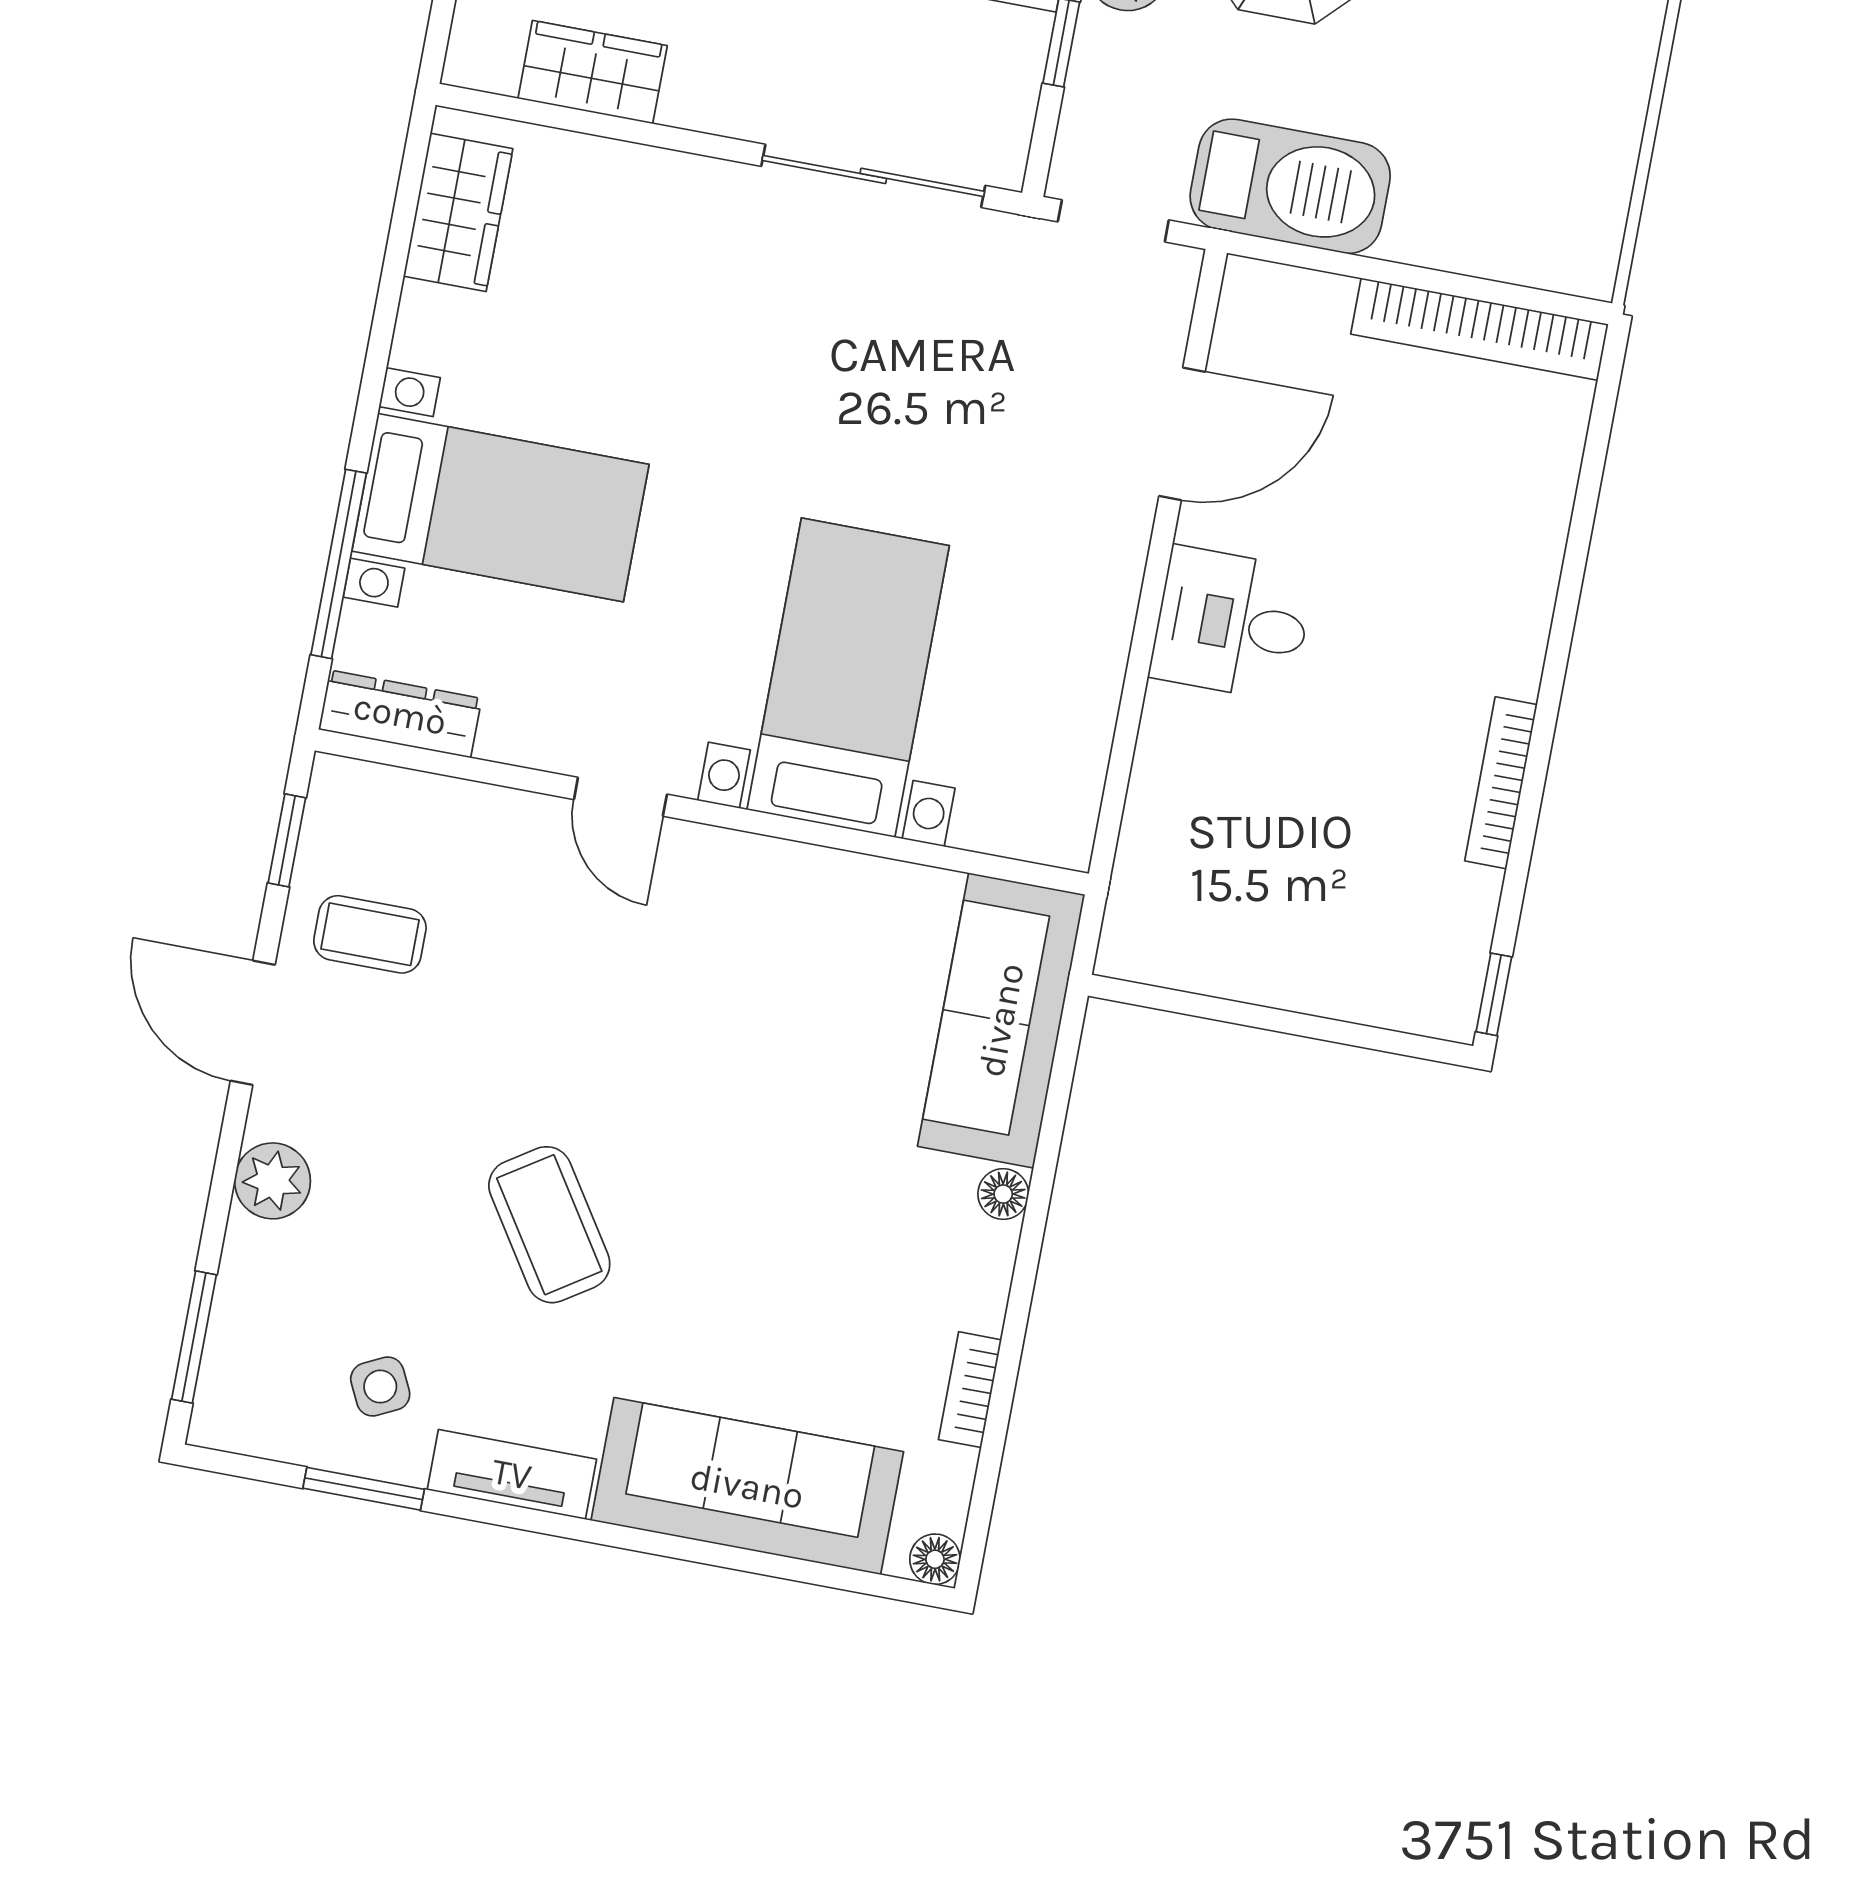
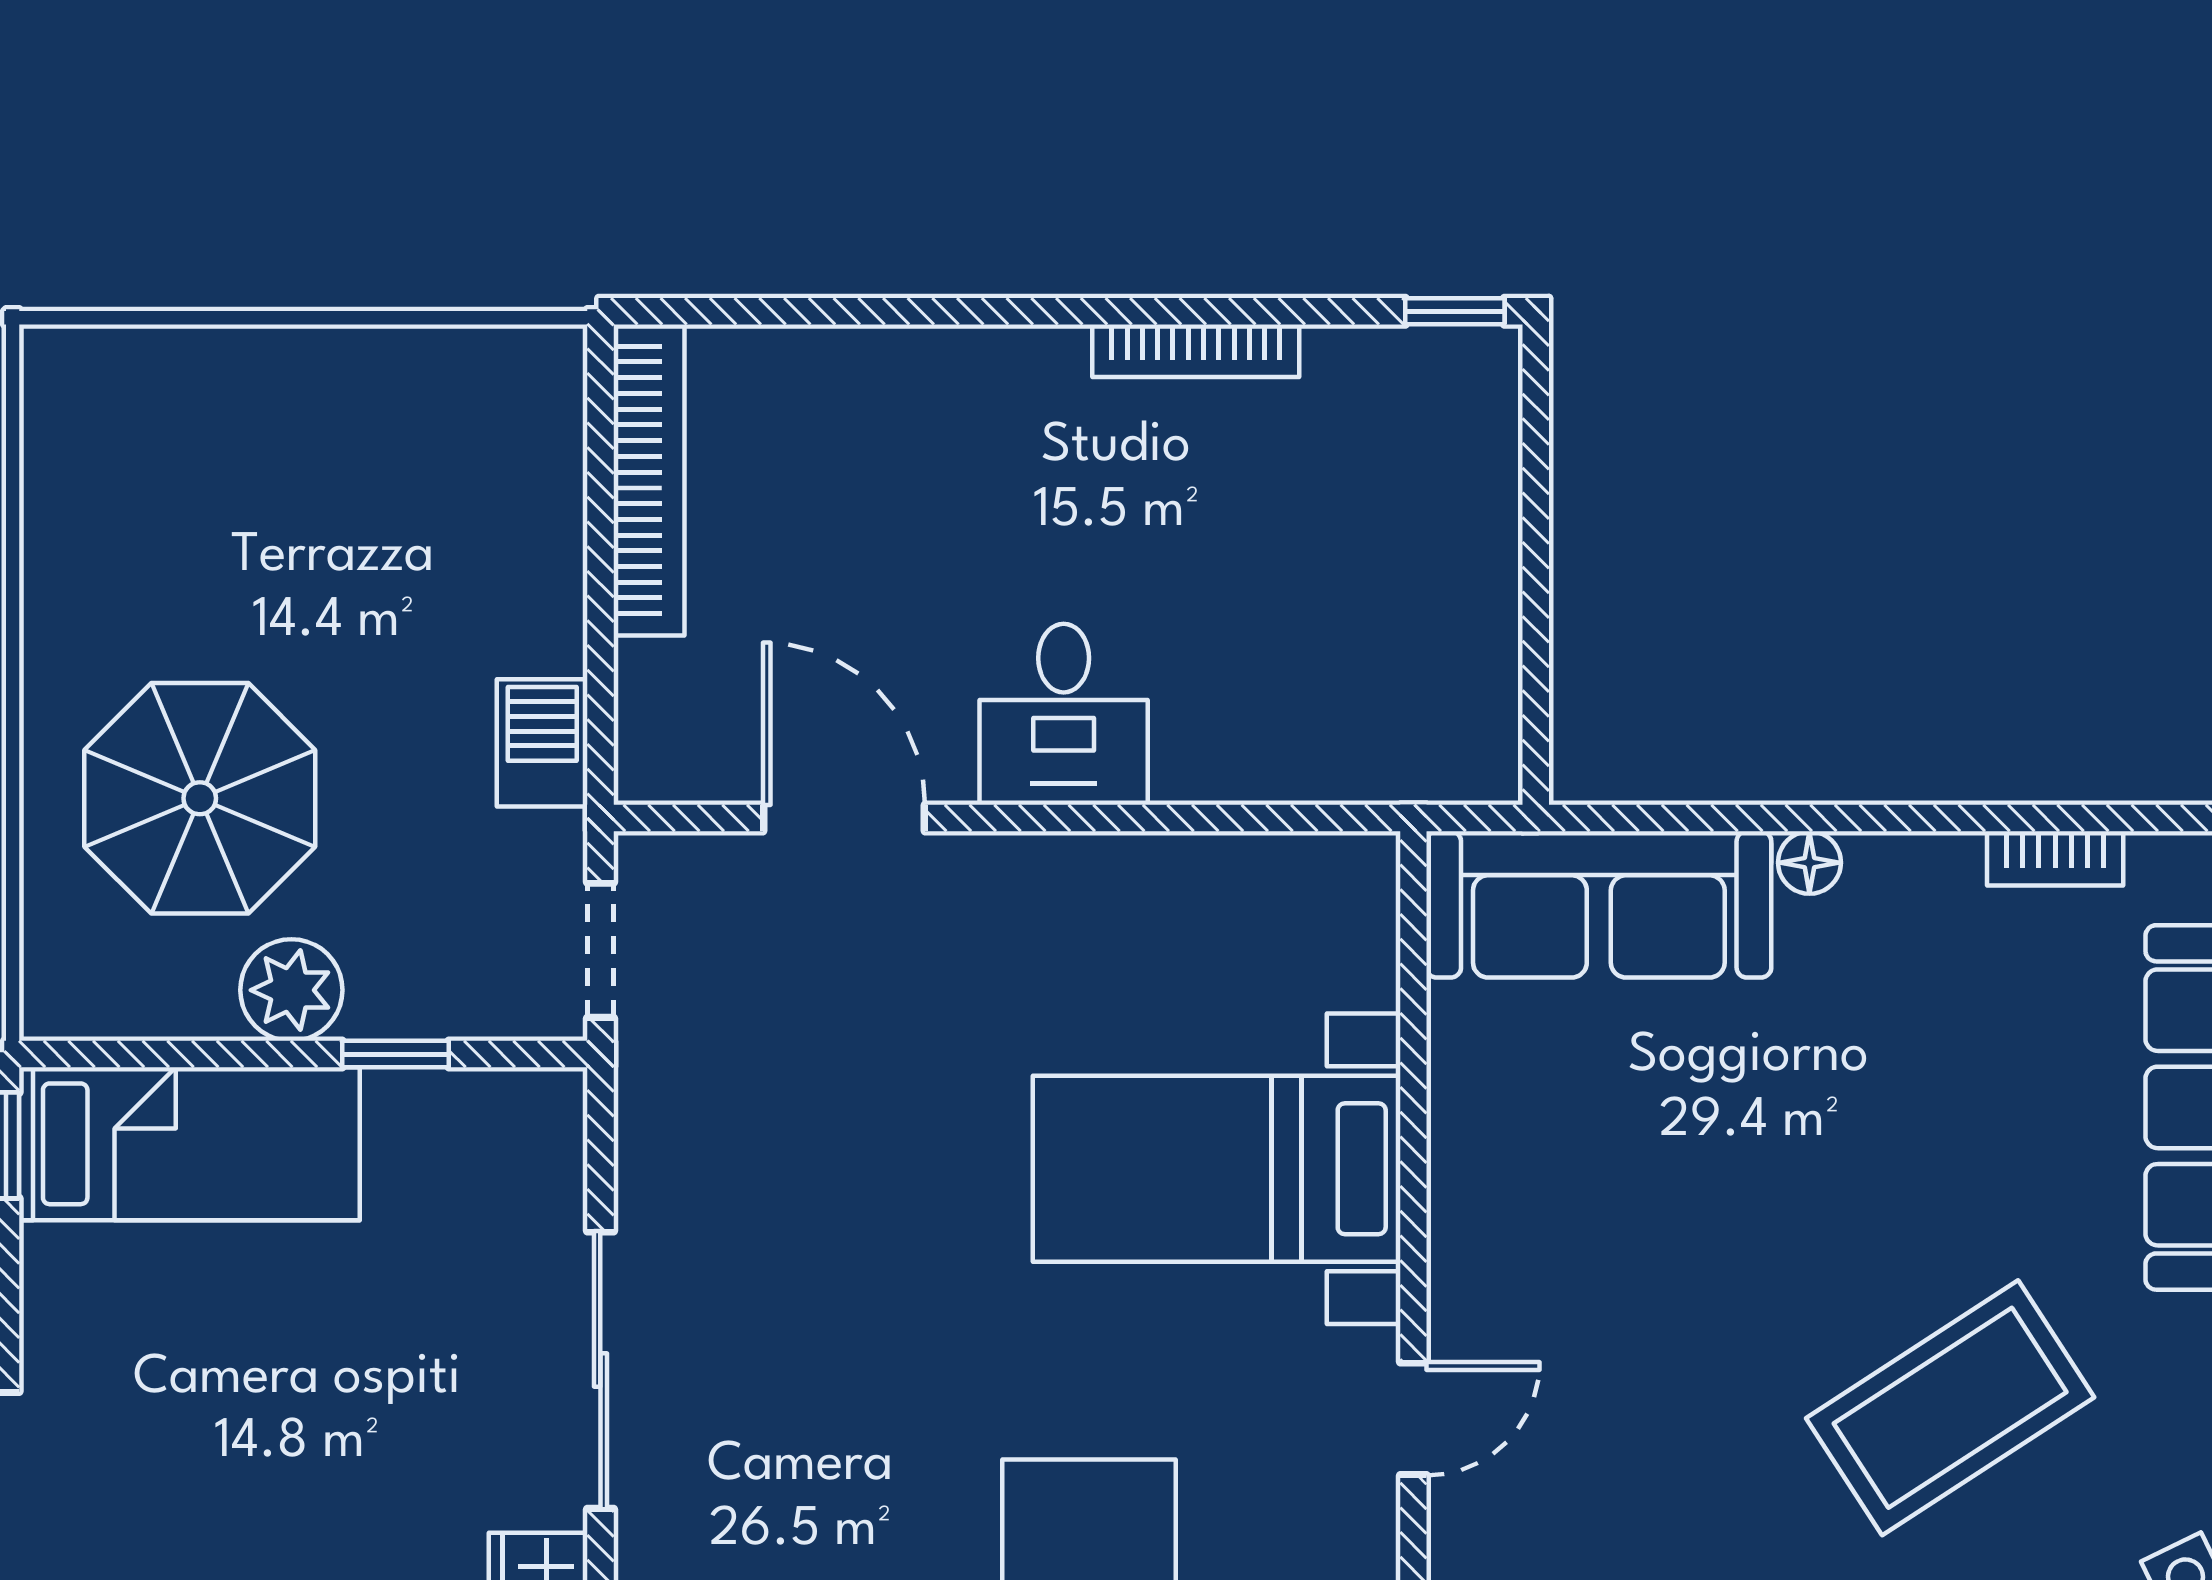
sliding door: (873, 176) -> (600, 1370), moved
barbecue: (1290, 186) -> (542, 743), width x0.53, depth x0.65
coffee table: (549, 1225) -> (1950, 1408), width x1.36, depth x1.32

